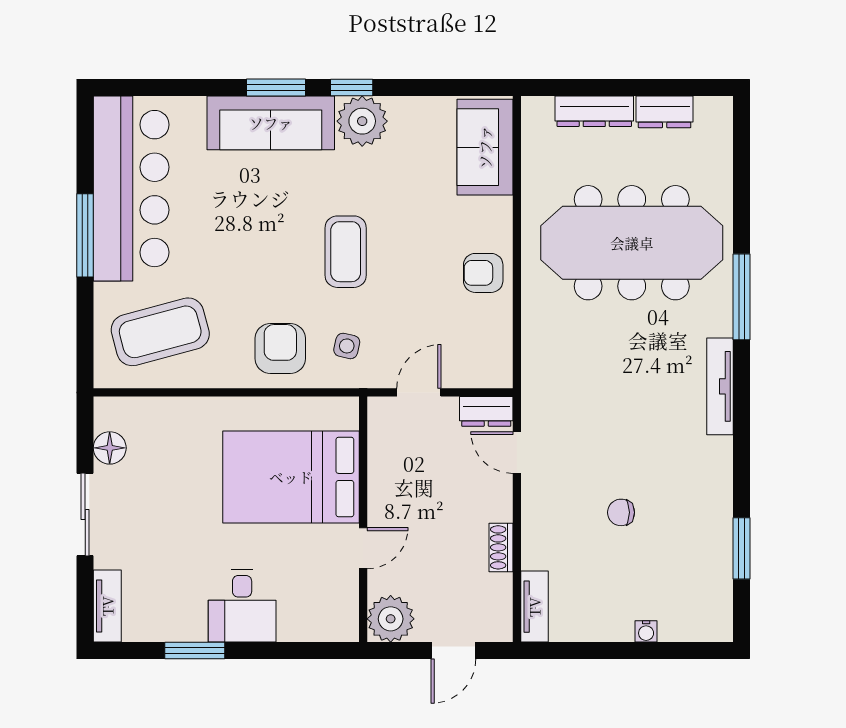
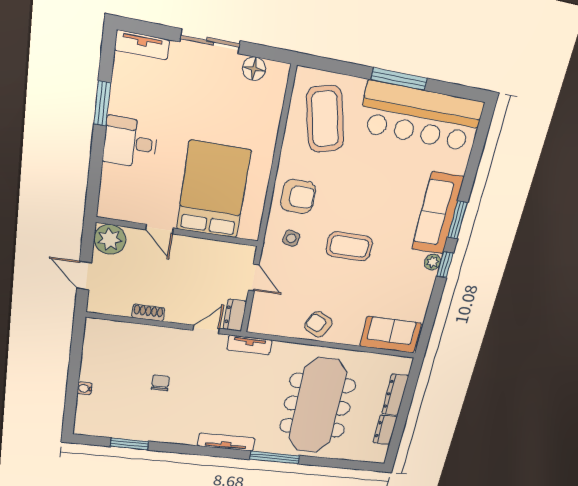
plant: (362, 121) -> (433, 262), width x0.53, depth x0.53
armchair: (483, 273) -> (318, 324), turned -64
tv unit: (534, 607) -> (249, 345), moved

